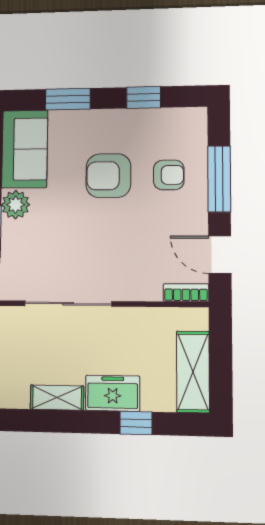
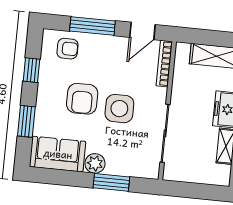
armchair: (169, 175) -> (67, 49), moved, turned 90
side table: (99, 232) -> (119, 109), added
bookcase: (186, 293) -> (164, 64), width x1.56

